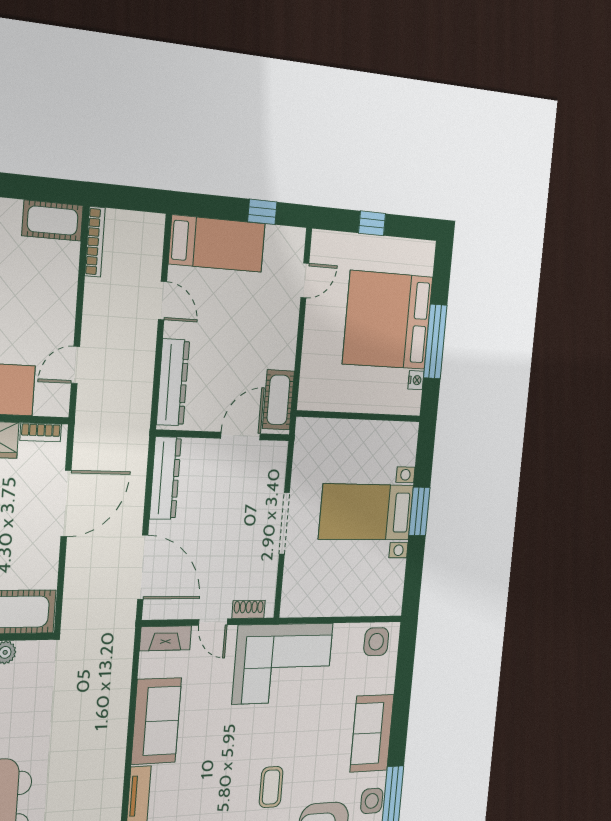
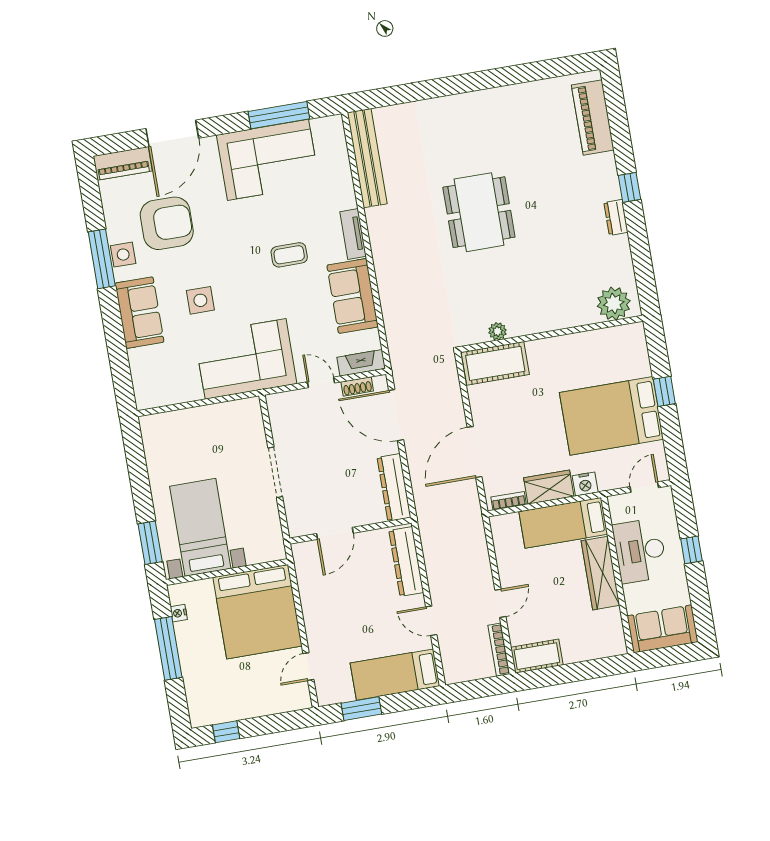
window: (262, 212) -> (361, 709), width x1.50
window: (372, 223) -> (226, 732), moved
bed: (388, 320) -> (257, 612), moved, turned 90
door: (75, 365) -> (500, 603), moved
cot: (278, 400) -> (307, 569), removed
window: (419, 511) -> (150, 543), moved
bed with nightstands: (366, 512) -> (200, 527), moved, turned -90
shoe rack: (249, 609) -> (357, 386), moved
side table: (376, 642) -> (200, 300), moved
coffee table: (271, 787) -> (289, 255), moved, turned 90

